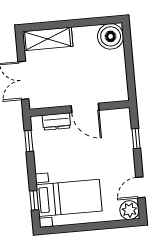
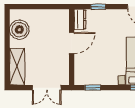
boiler: (111, 36) -> (19, 30), moved
dresser: (56, 122) -> (80, 19), moved

